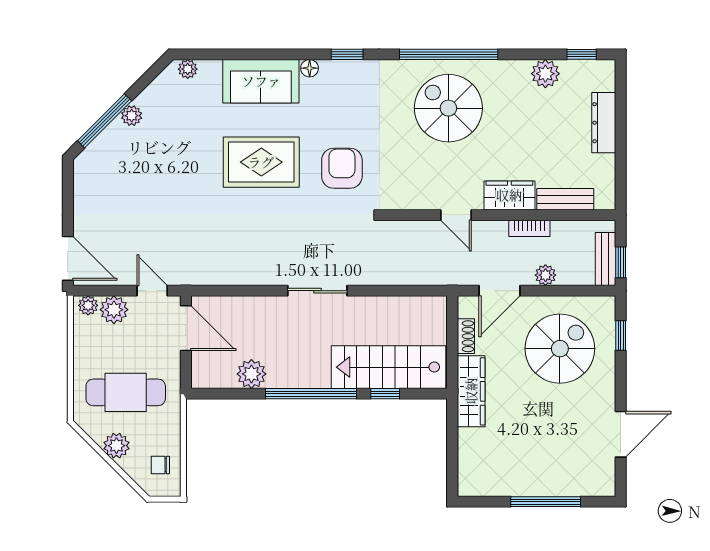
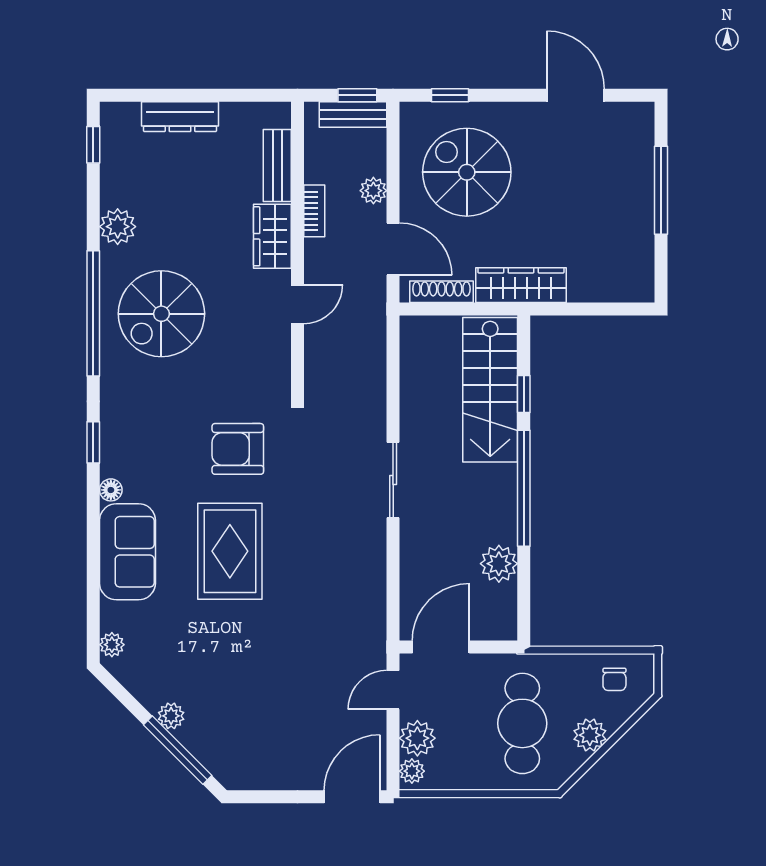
plant: (545, 74) -> (118, 227), moved
shoe rack: (466, 336) -> (441, 292), width x1.43

